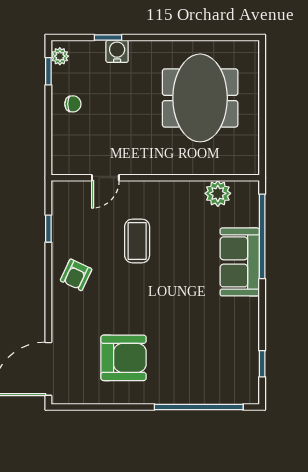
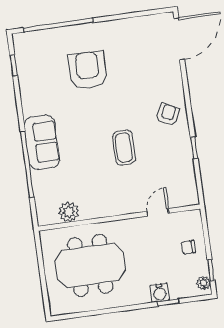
meeting table: (200, 98) -> (90, 265), turned 90
door: (105, 178) -> (158, 212), moved
wall: (155, 178) -> (119, 218), moved
plant: (218, 193) -> (69, 212), moved
armchair: (124, 358) -> (88, 70), moved, turned 90

